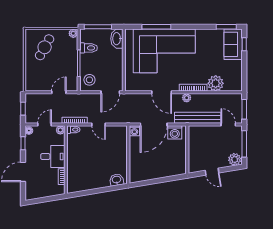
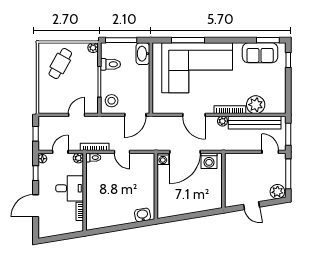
sofa: (233, 44) -> (260, 53), moved, turned -90
bench: (198, 118) -> (255, 123), moved

